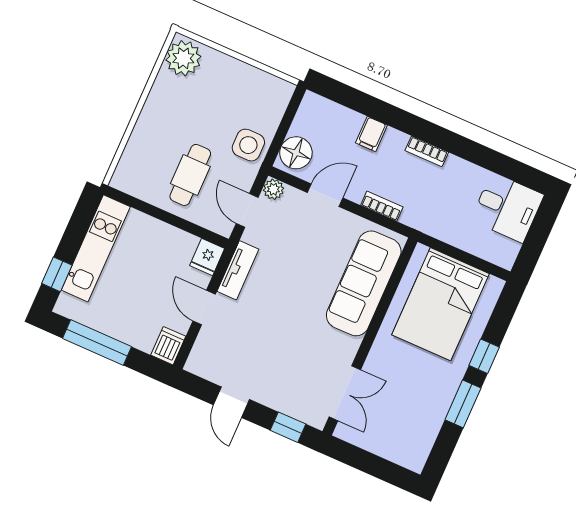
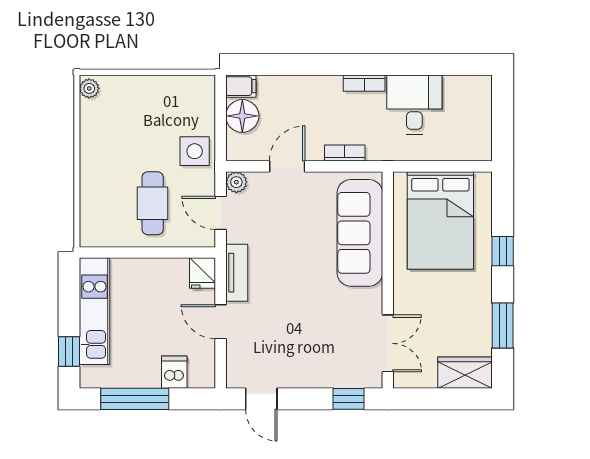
plant: (183, 58) -> (89, 88), width x0.53, depth x0.53
filing cabinet: (371, 134) -> (241, 86), moved, turned -90
floor lamp: (296, 153) -> (242, 116), moved
desk: (507, 208) -> (414, 104), moved, turned -90
dishwasher: (168, 346) -> (174, 372), moved
door: (231, 402) -> (261, 399), moved
window: (463, 404) -> (503, 326), moved
wardrobe: (402, 450) -> (465, 373), added

